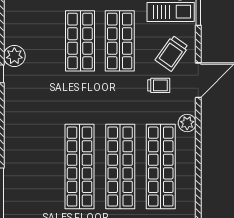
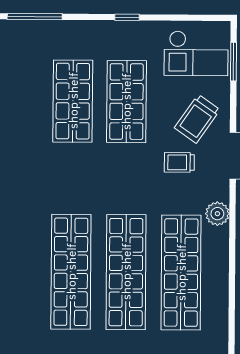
trolley: (159, 85) -> (179, 162), turned 180

